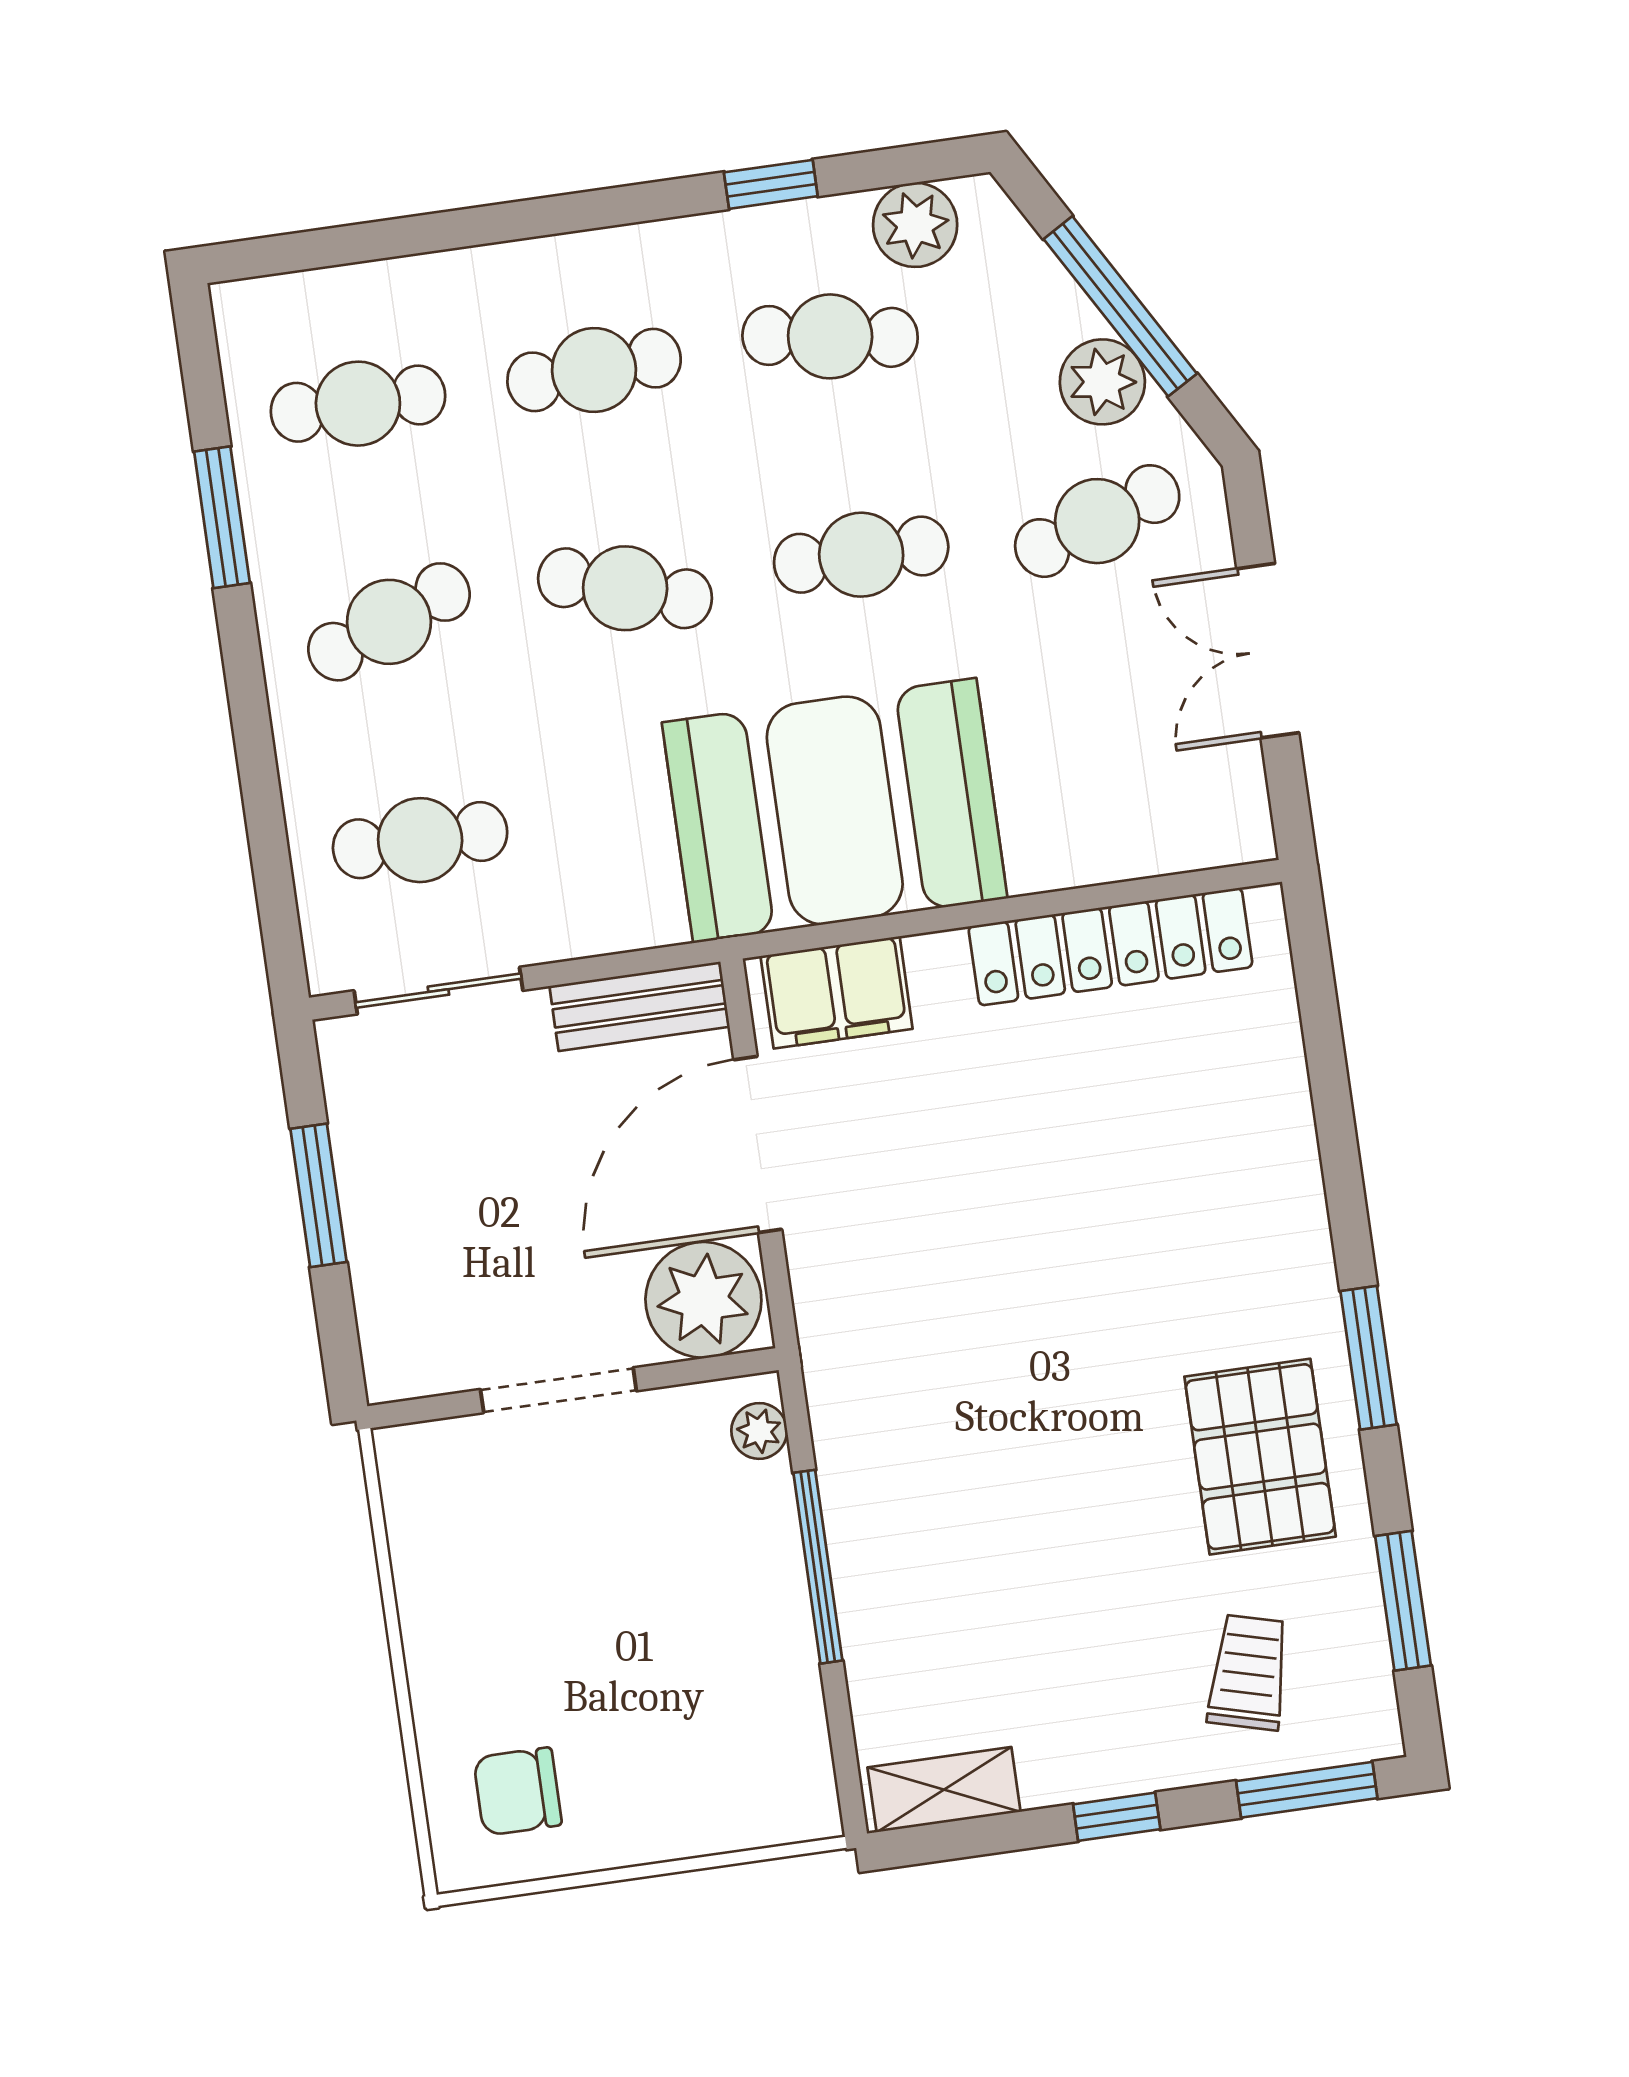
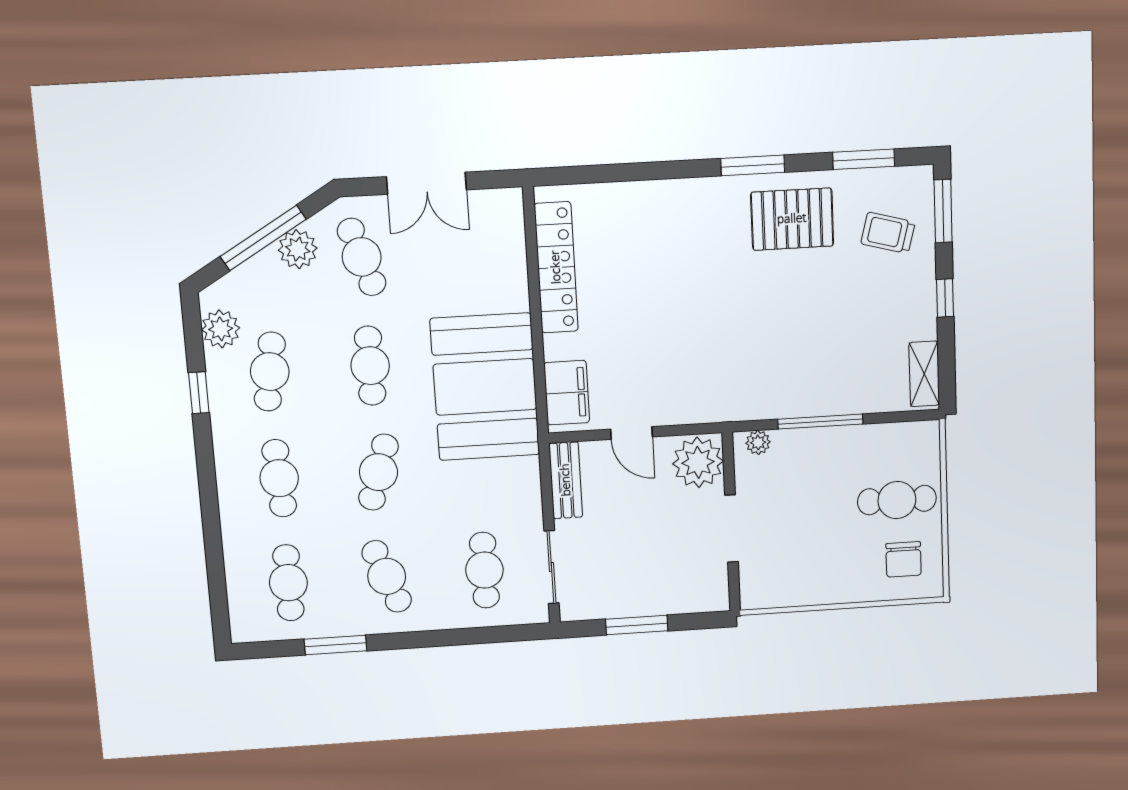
door: (758, 1145) -> (631, 433), width x0.53
cafe table: (653, 1761) -> (897, 500), added

